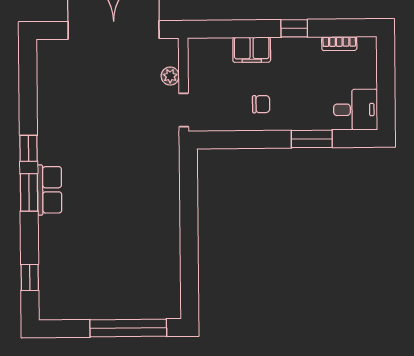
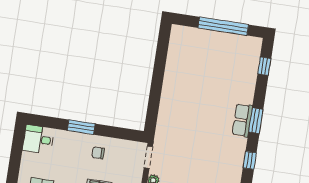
window: (312, 139) -> (81, 127), moved
window: (29, 148) -> (250, 160), moved
window: (128, 328) -> (223, 26), moved

